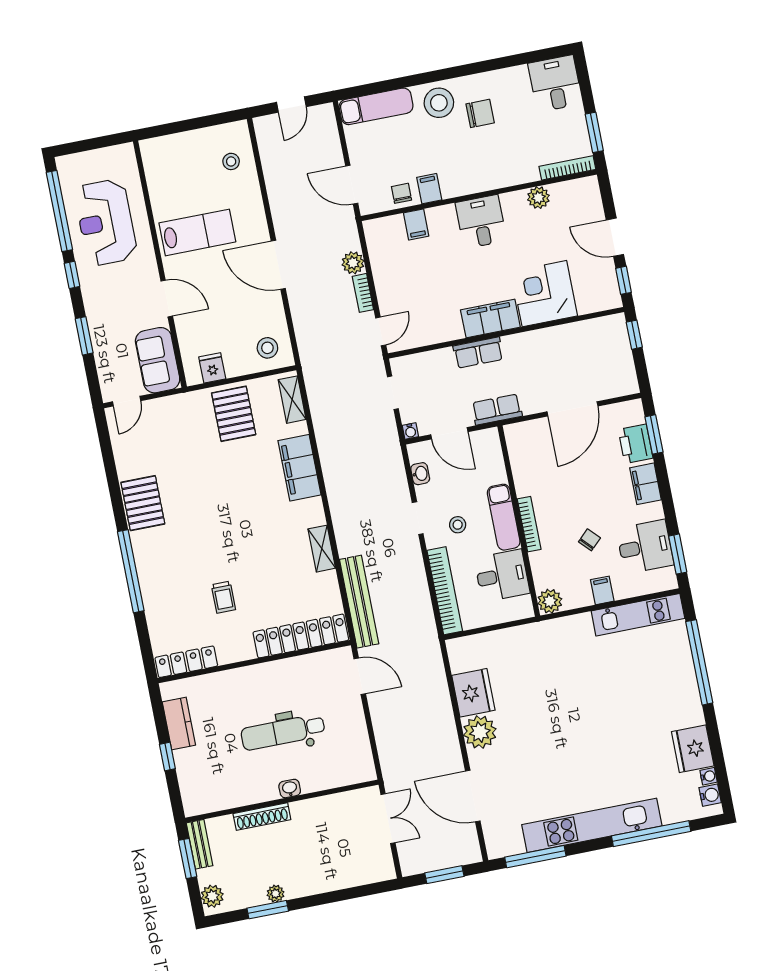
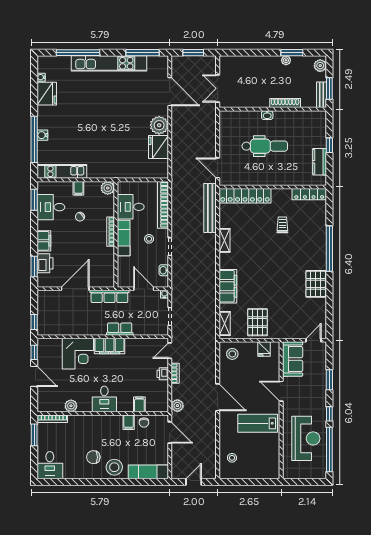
plant: (353, 263) -> (177, 406), moved
printer: (385, 288) -> (163, 374), added
row of seats: (497, 410) -> (109, 296), width x1.48
water cooler: (710, 795) -> (42, 135), moved

